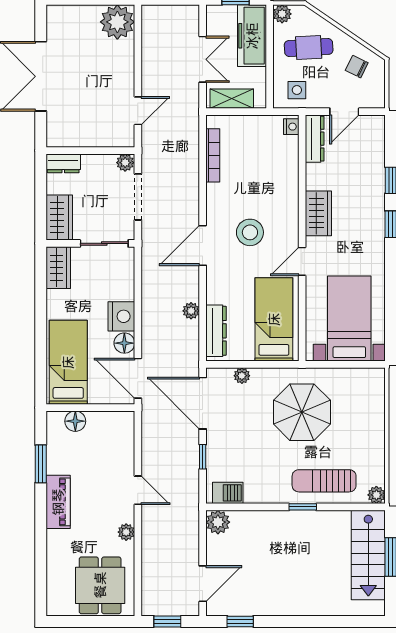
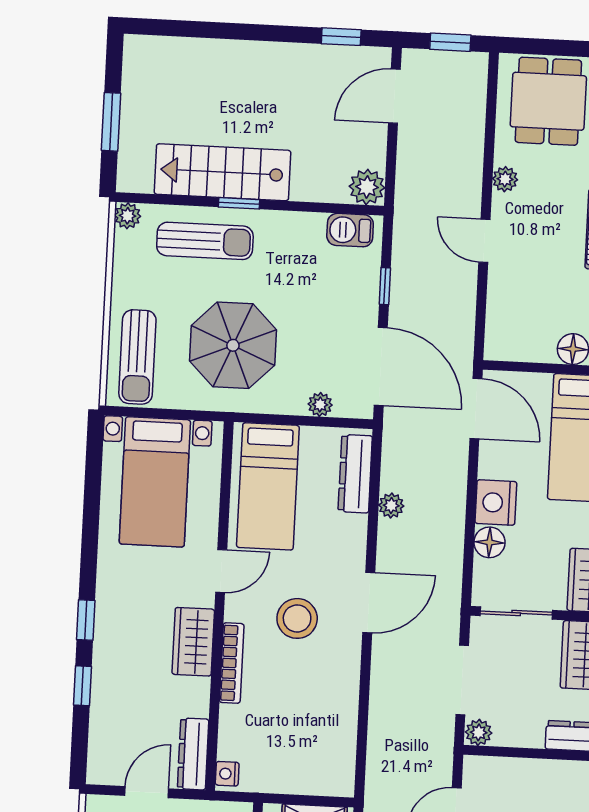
bookcase: (213, 155) -> (232, 663), moved, turned 180
floor lamp: (124, 343) -> (489, 542), moved
sun lounger: (365, 401) -> (137, 357), added
stairs: (368, 555) -> (222, 172), moved, turned -90

